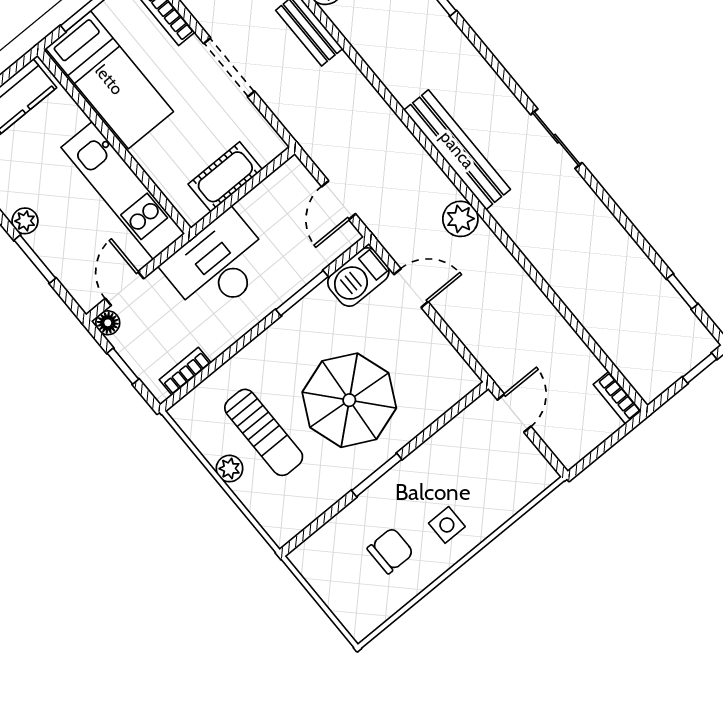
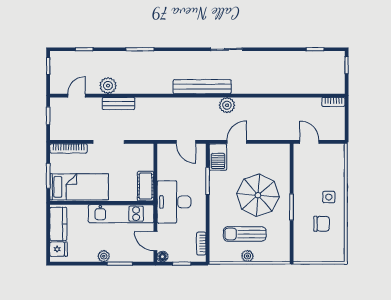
cot: (225, 177) -> (146, 186), moved
sun lounger: (264, 432) -> (245, 234), turned 180
chair: (390, 551) -> (322, 224), turned 90

